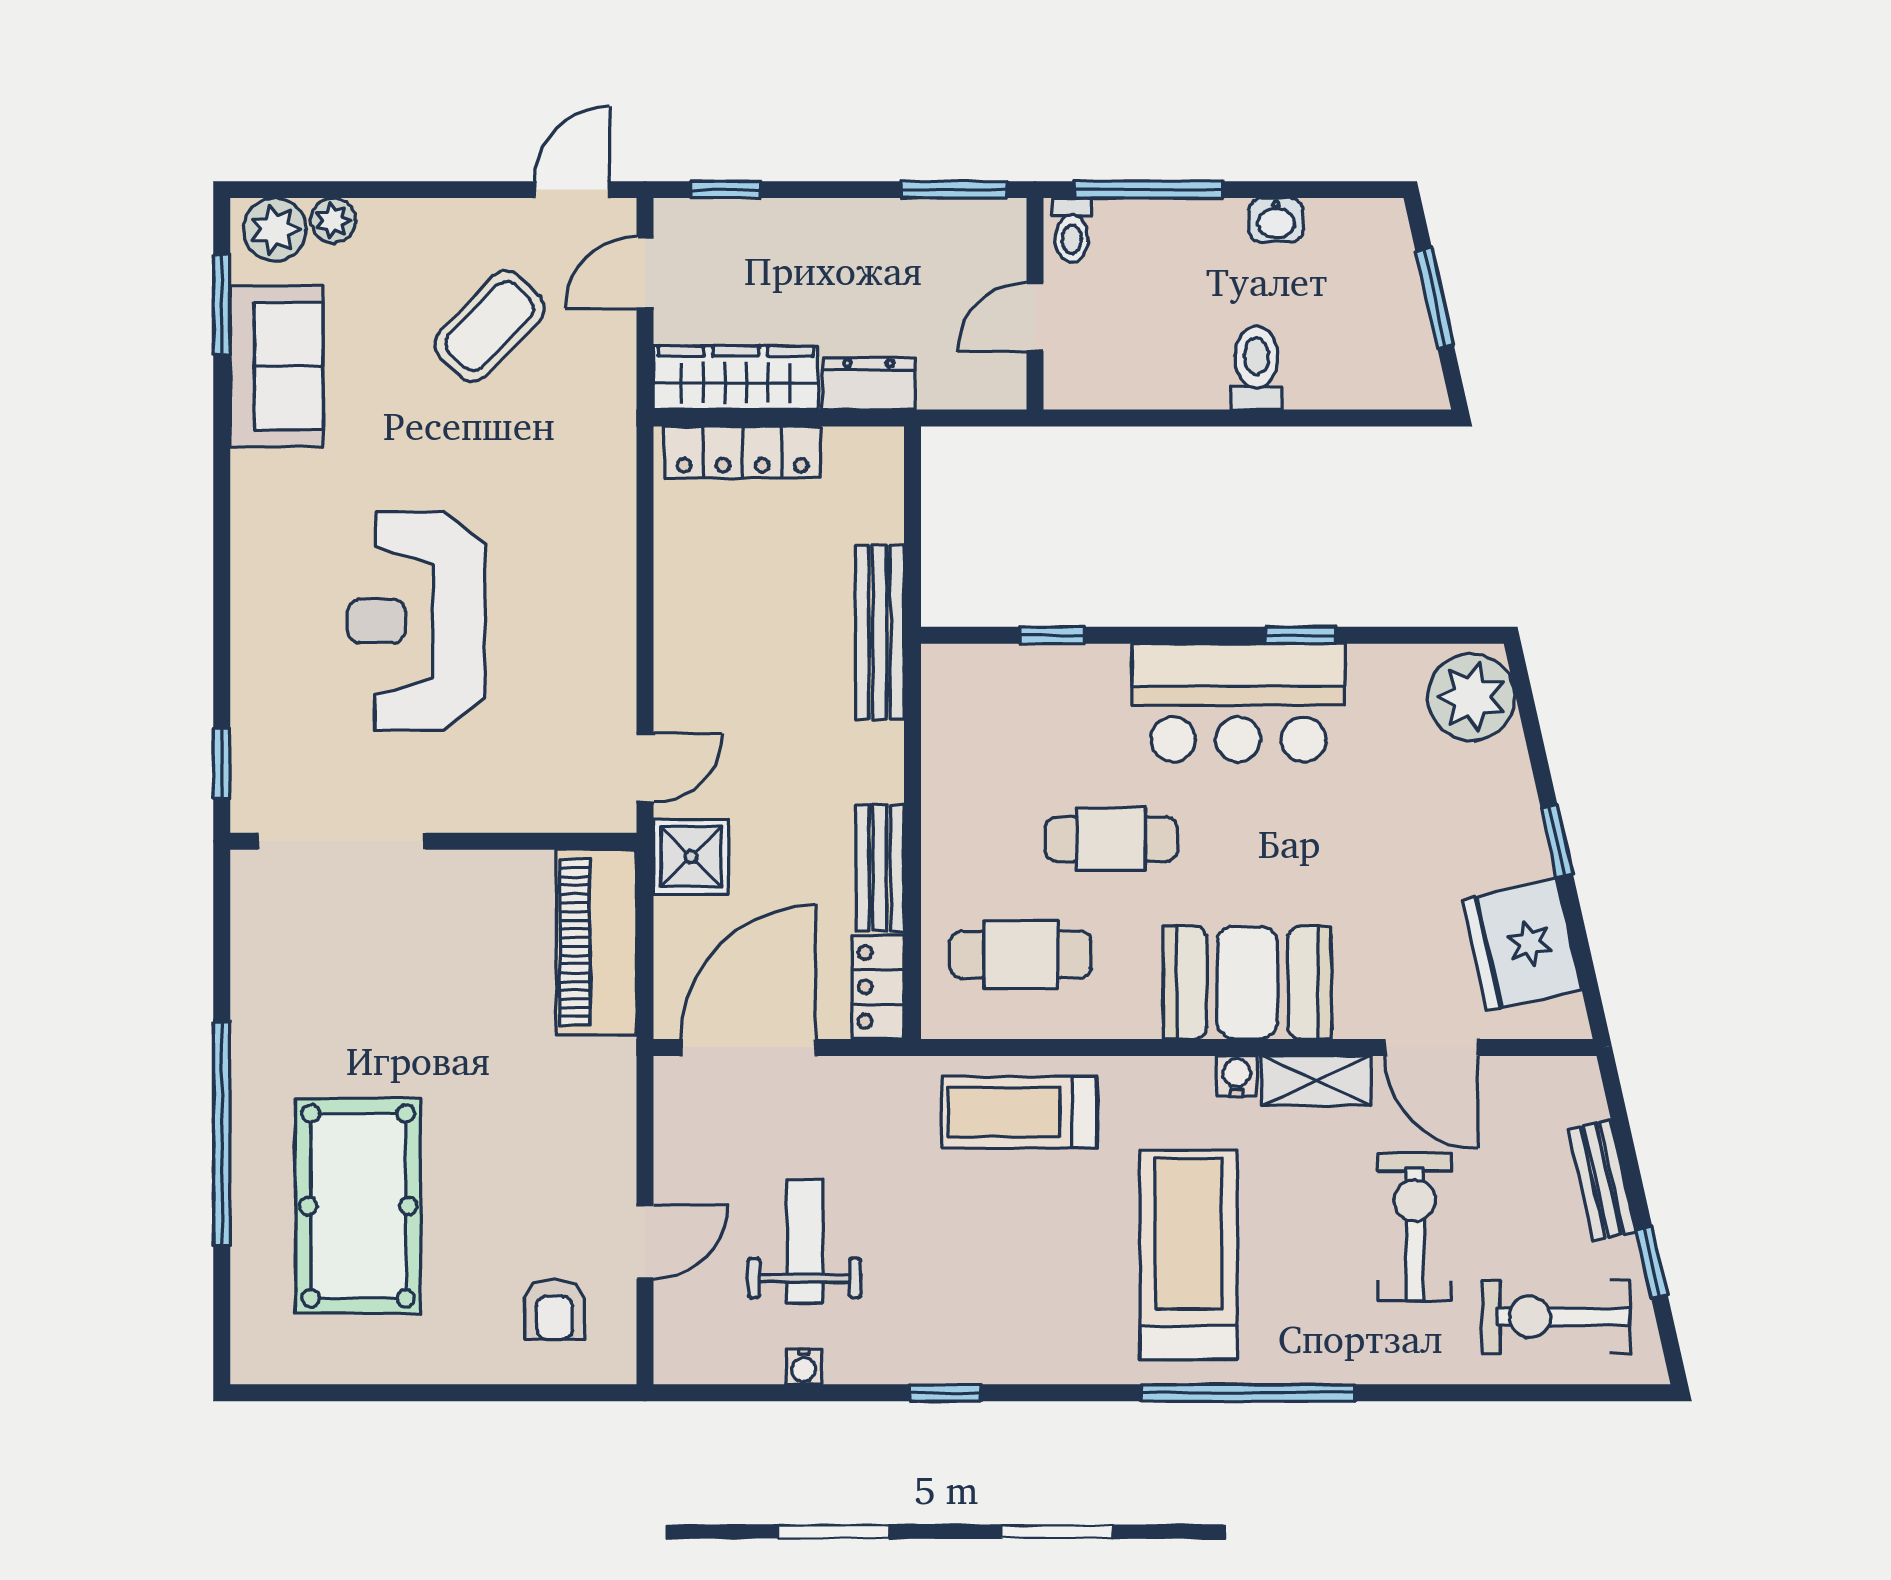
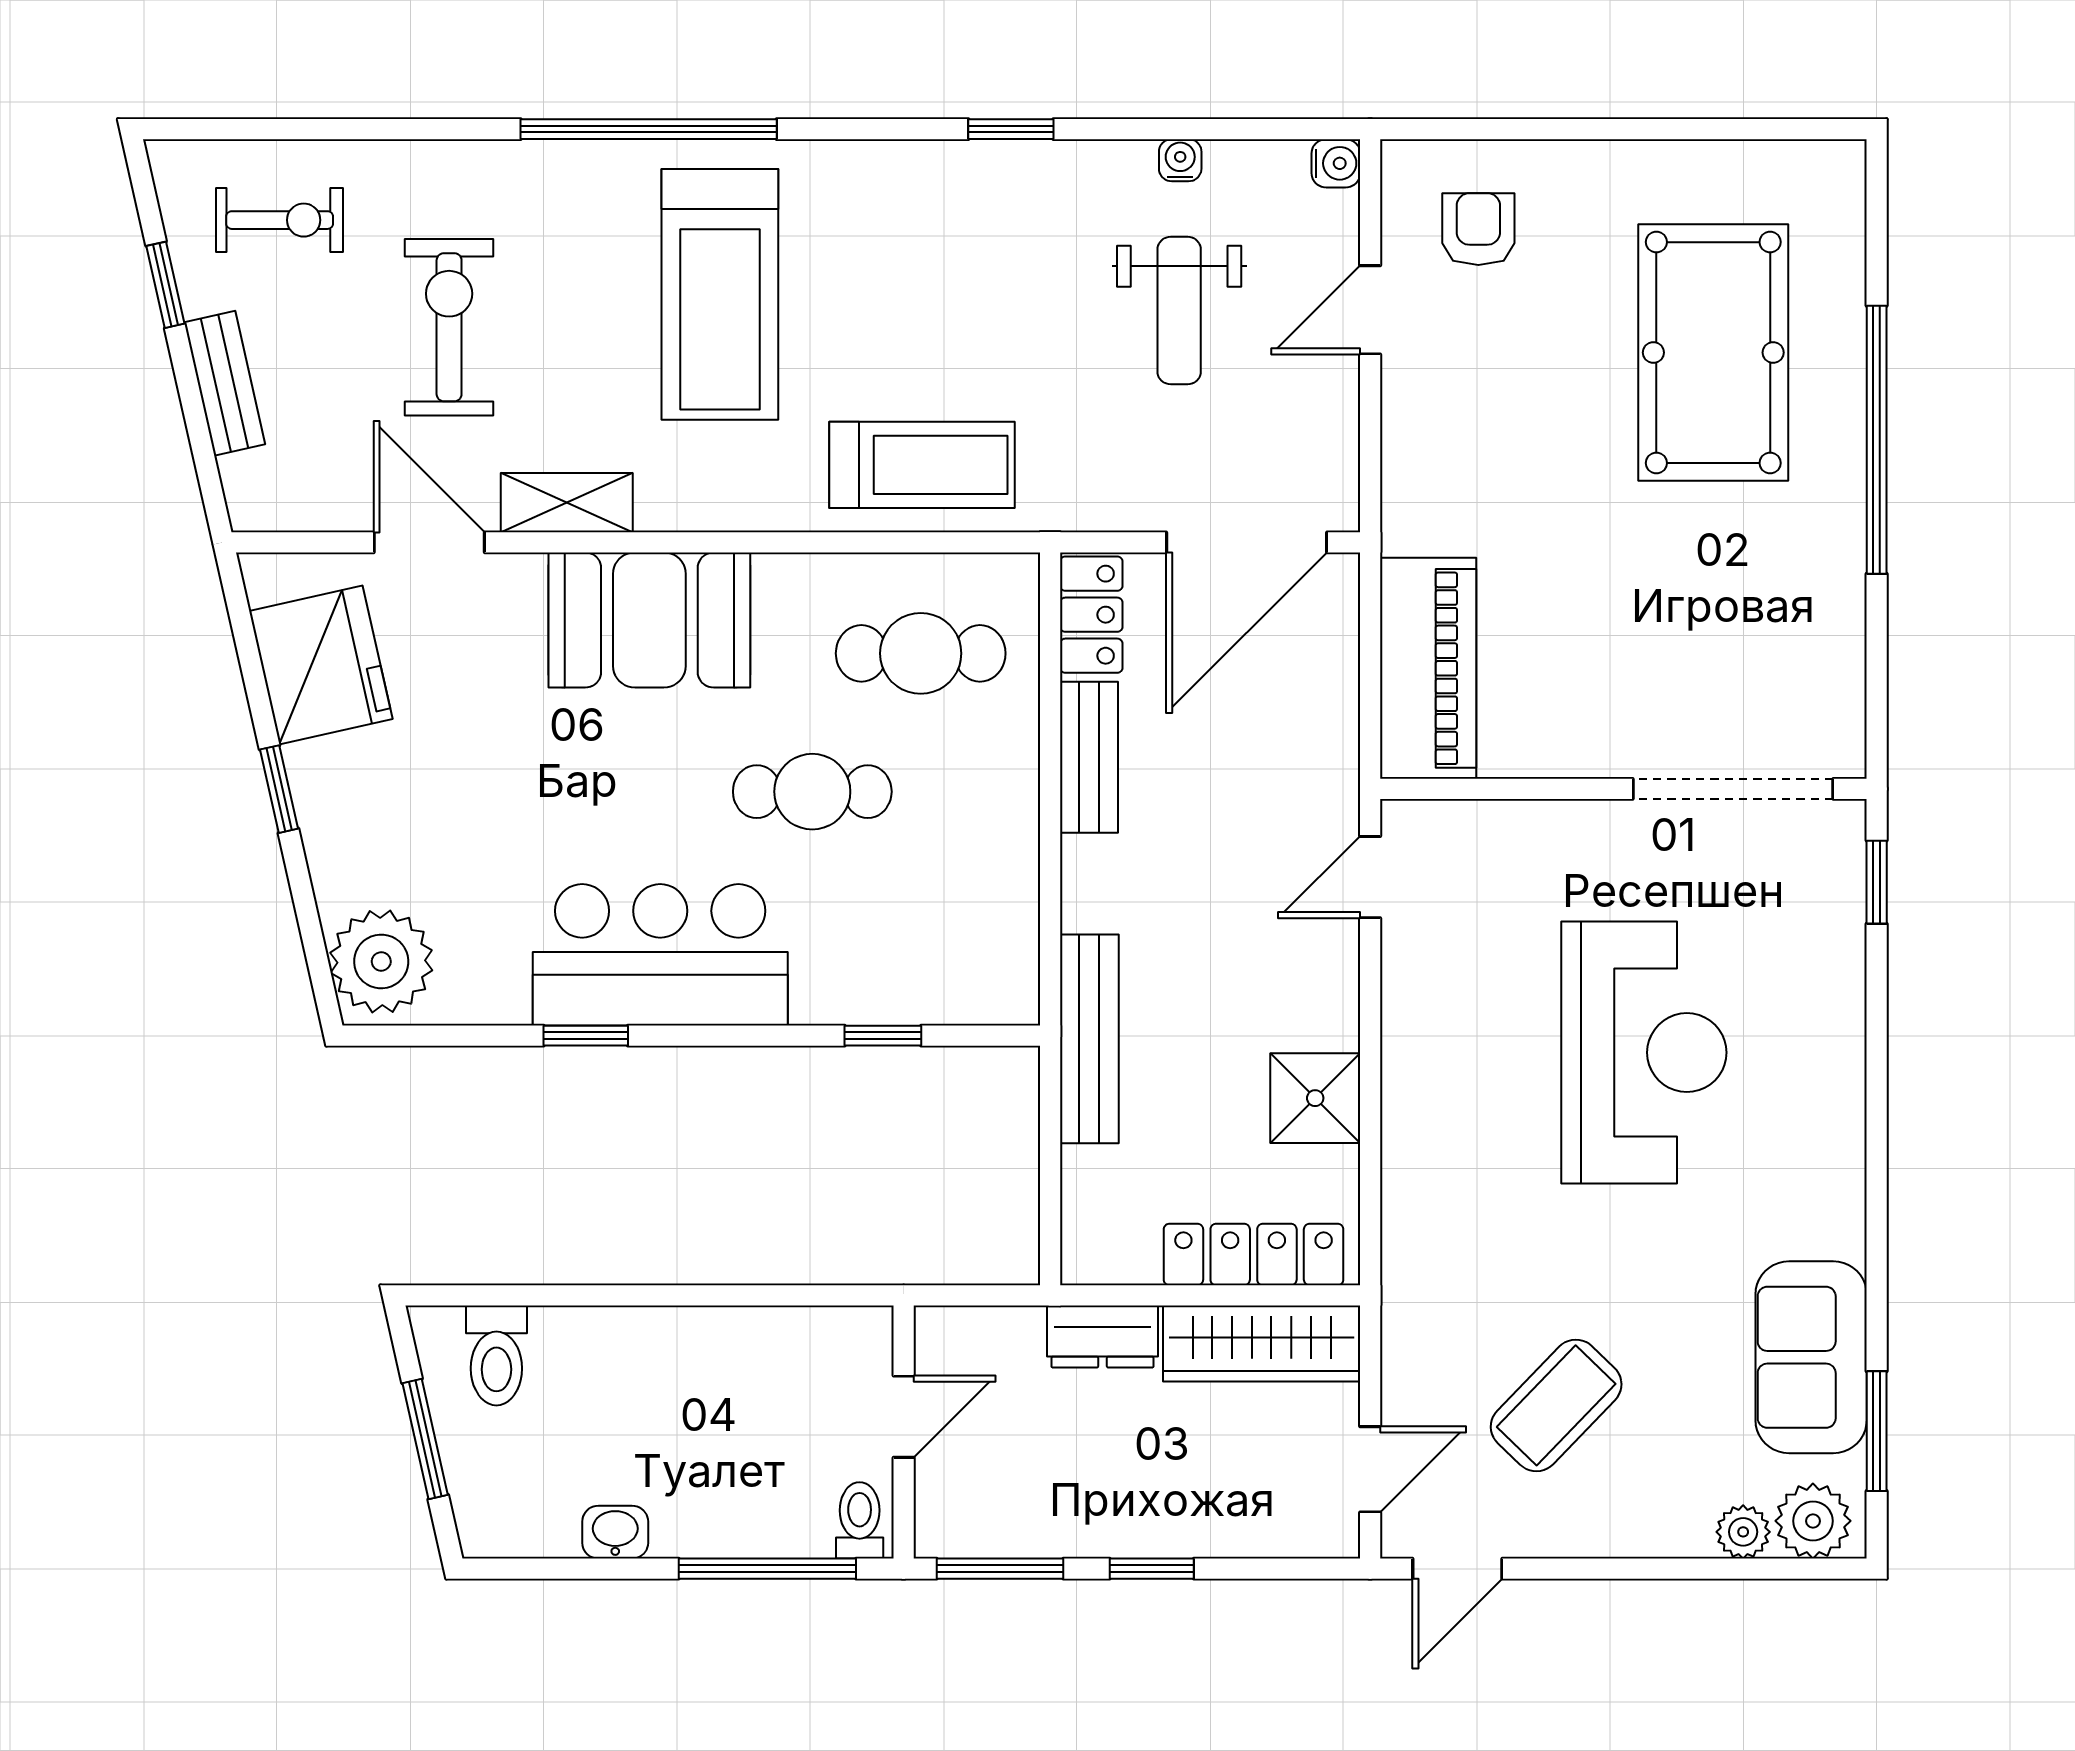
window: (726, 190) -> (1152, 1569), moved
toilet: (1256, 368) -> (496, 1355), moved
shower: (691, 857) -> (1315, 1098), moved
water cooler: (1237, 1076) -> (1336, 163), moved, turned -90
exercise bike: (1415, 1227) -> (449, 327), turned 180
exercise bike: (1556, 1317) -> (280, 220), width x0.73, depth x0.72

